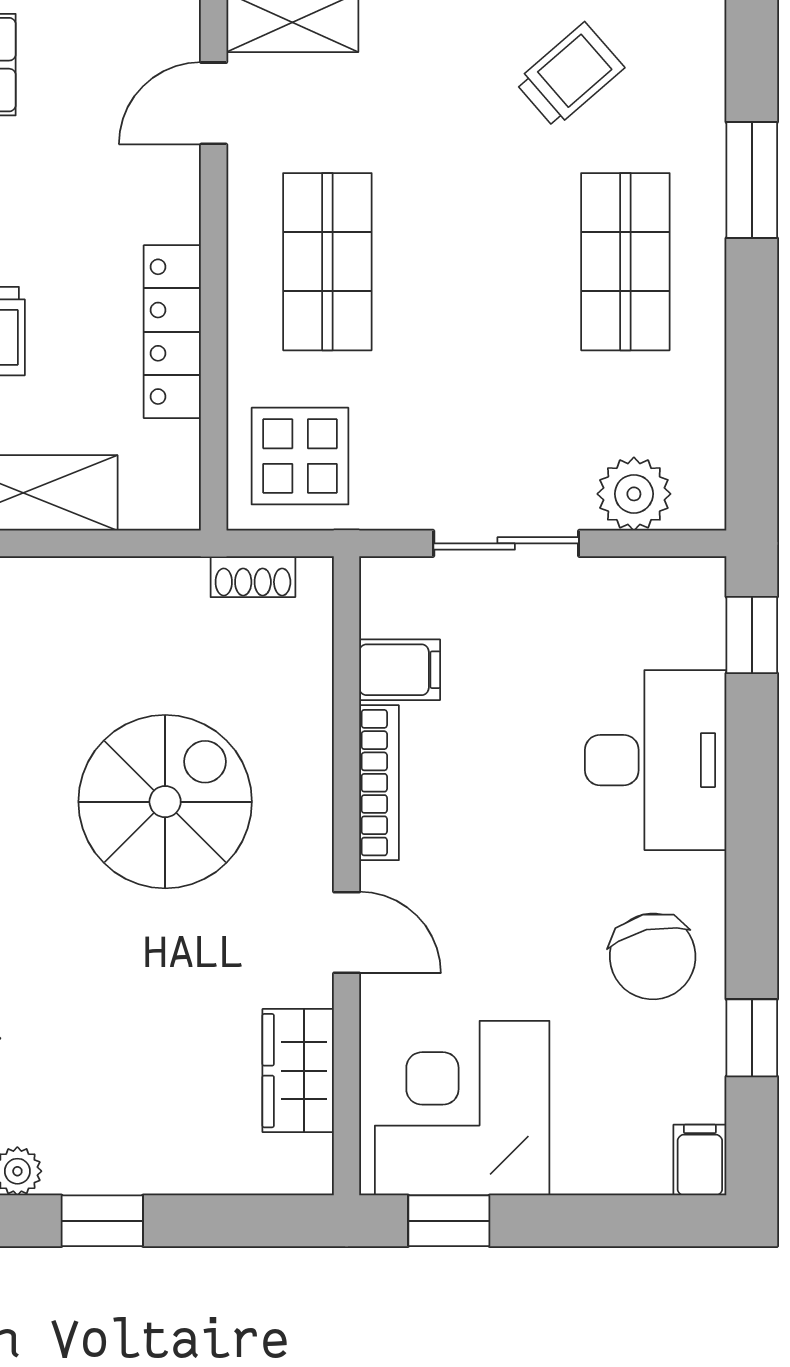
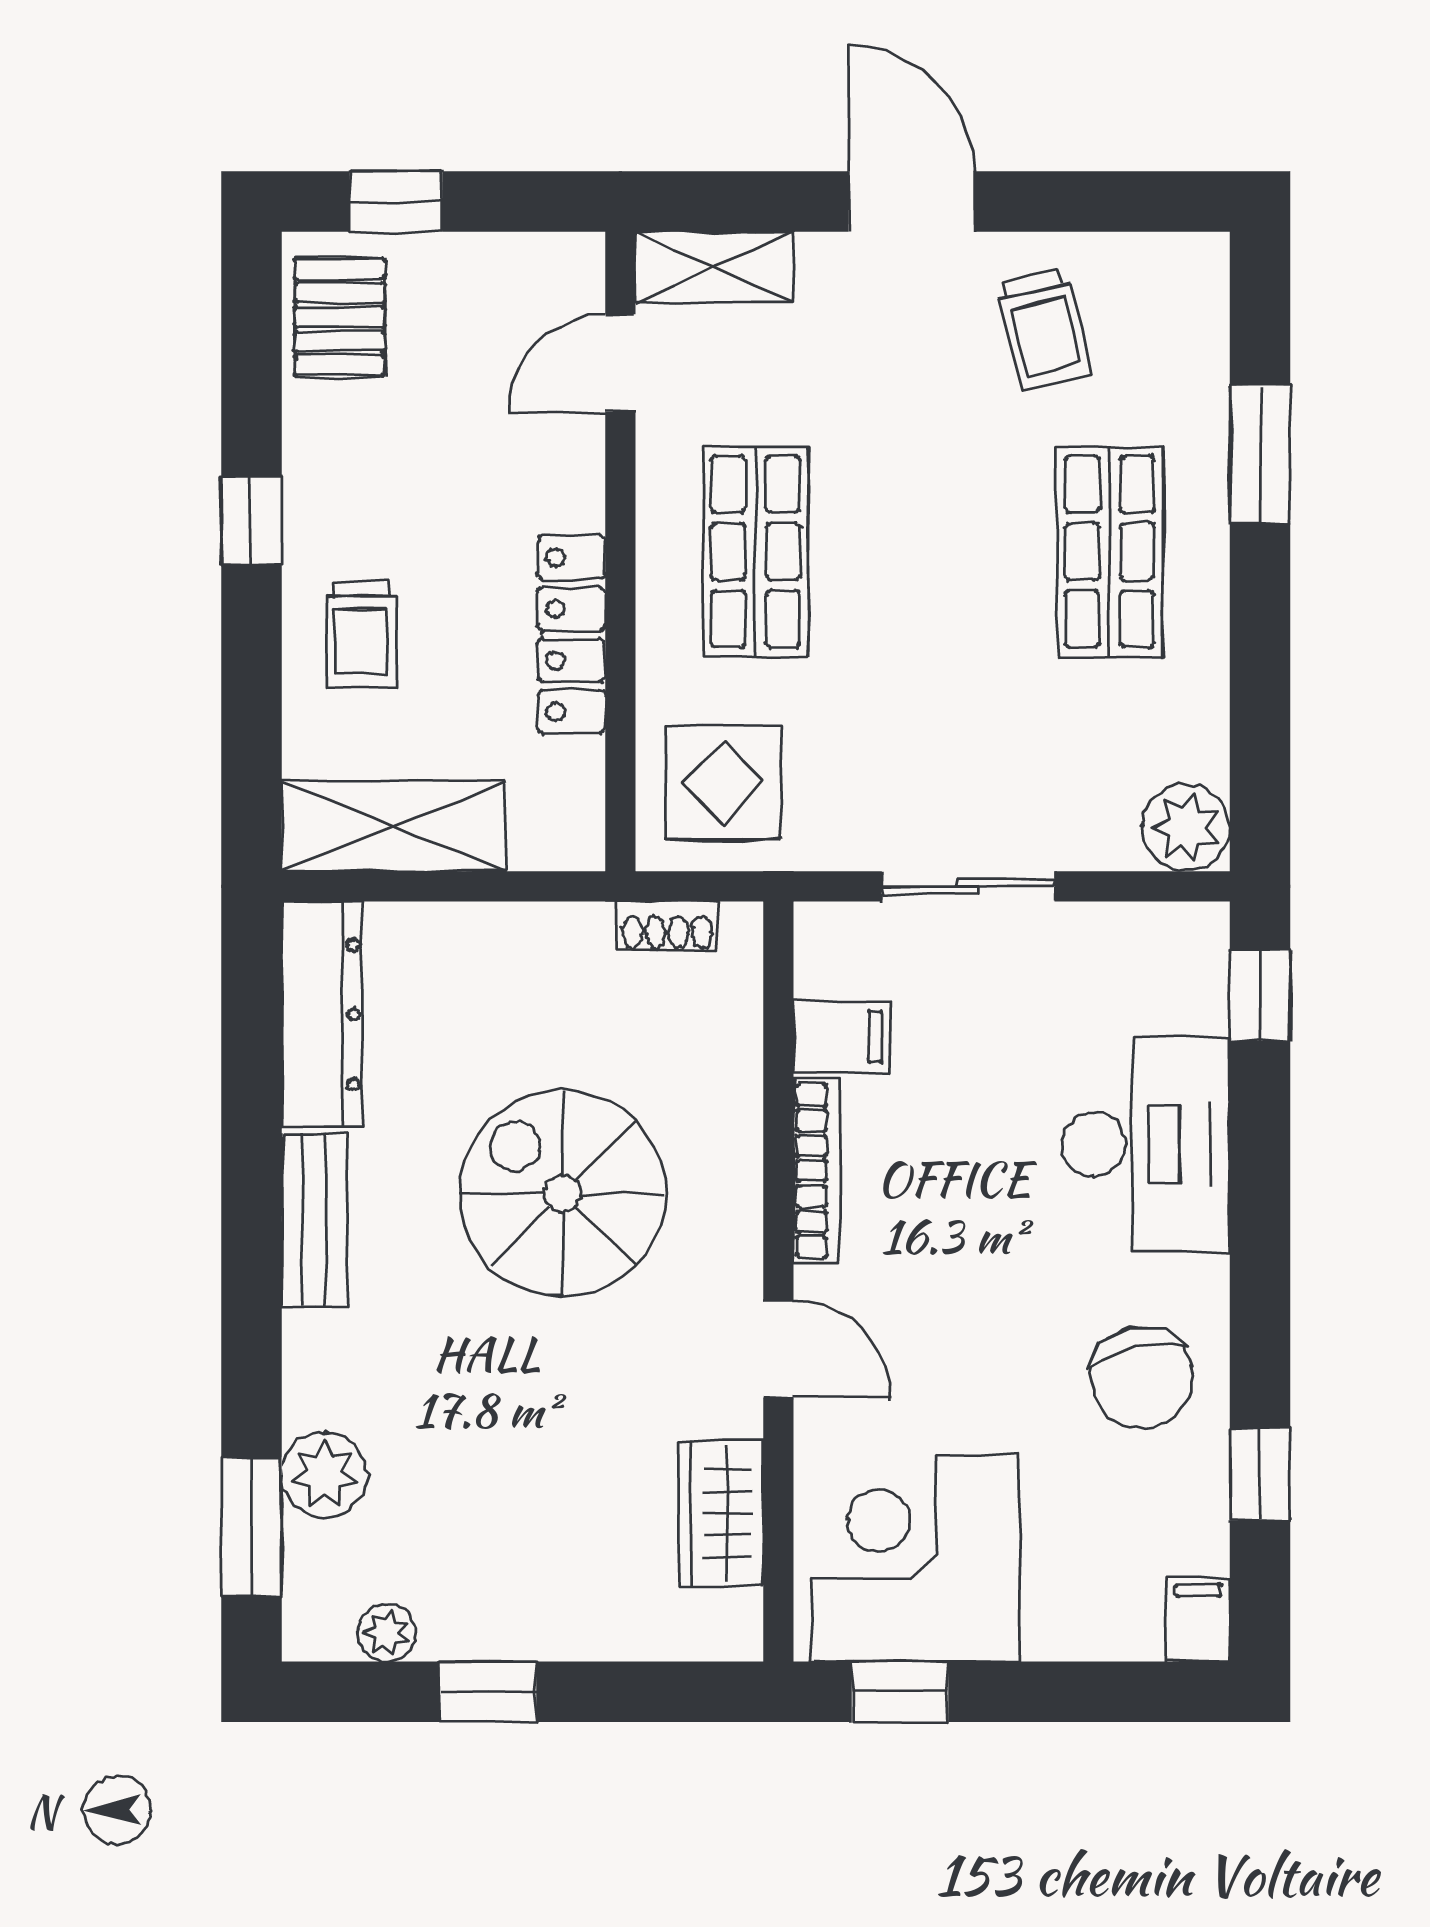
trolley: (570, 75) -> (1044, 329), turned 117
plant: (634, 494) -> (1186, 828), moved
spiral stairs: (165, 802) -> (563, 1193), turned -90

